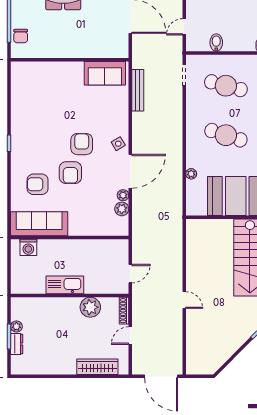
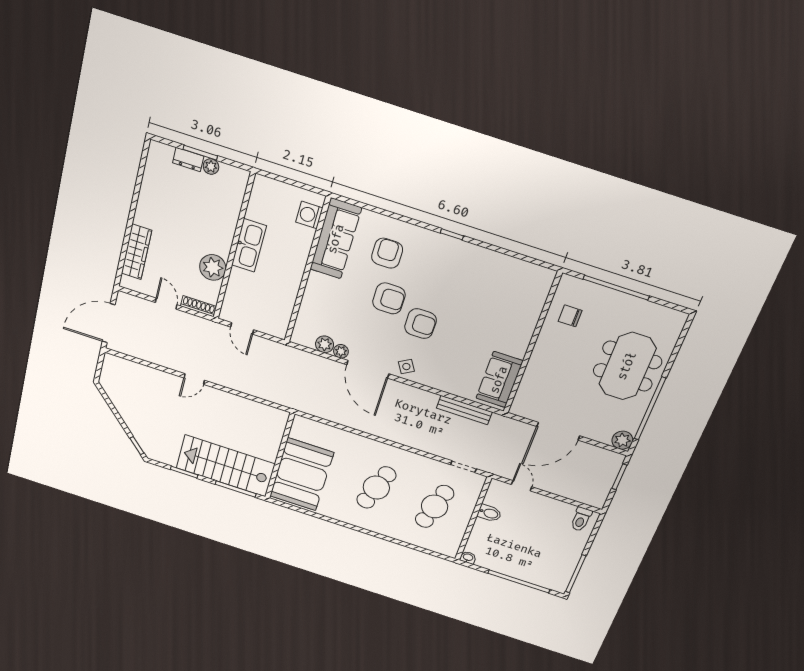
chair: (21, 36) -> (570, 316), moved
armchair: (70, 173) -> (389, 298), turned 180
plant: (191, 174) -> (343, 436), removed

